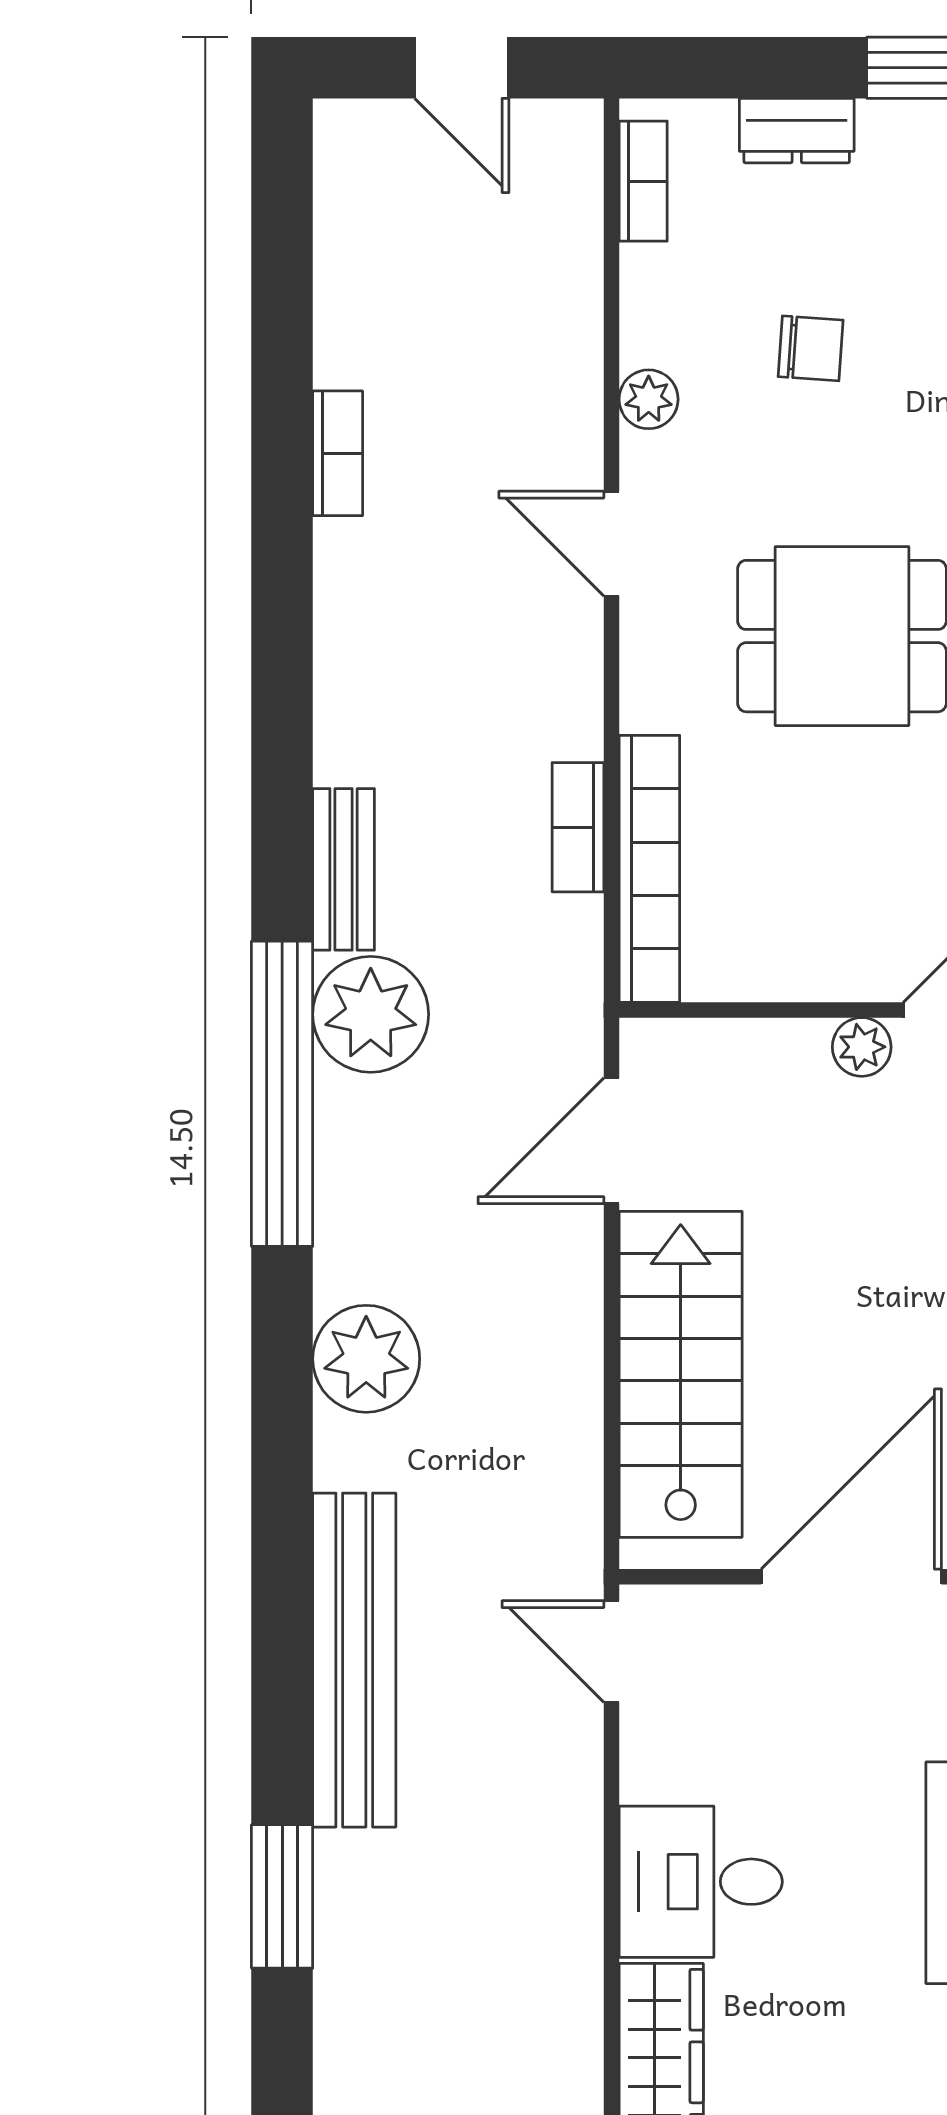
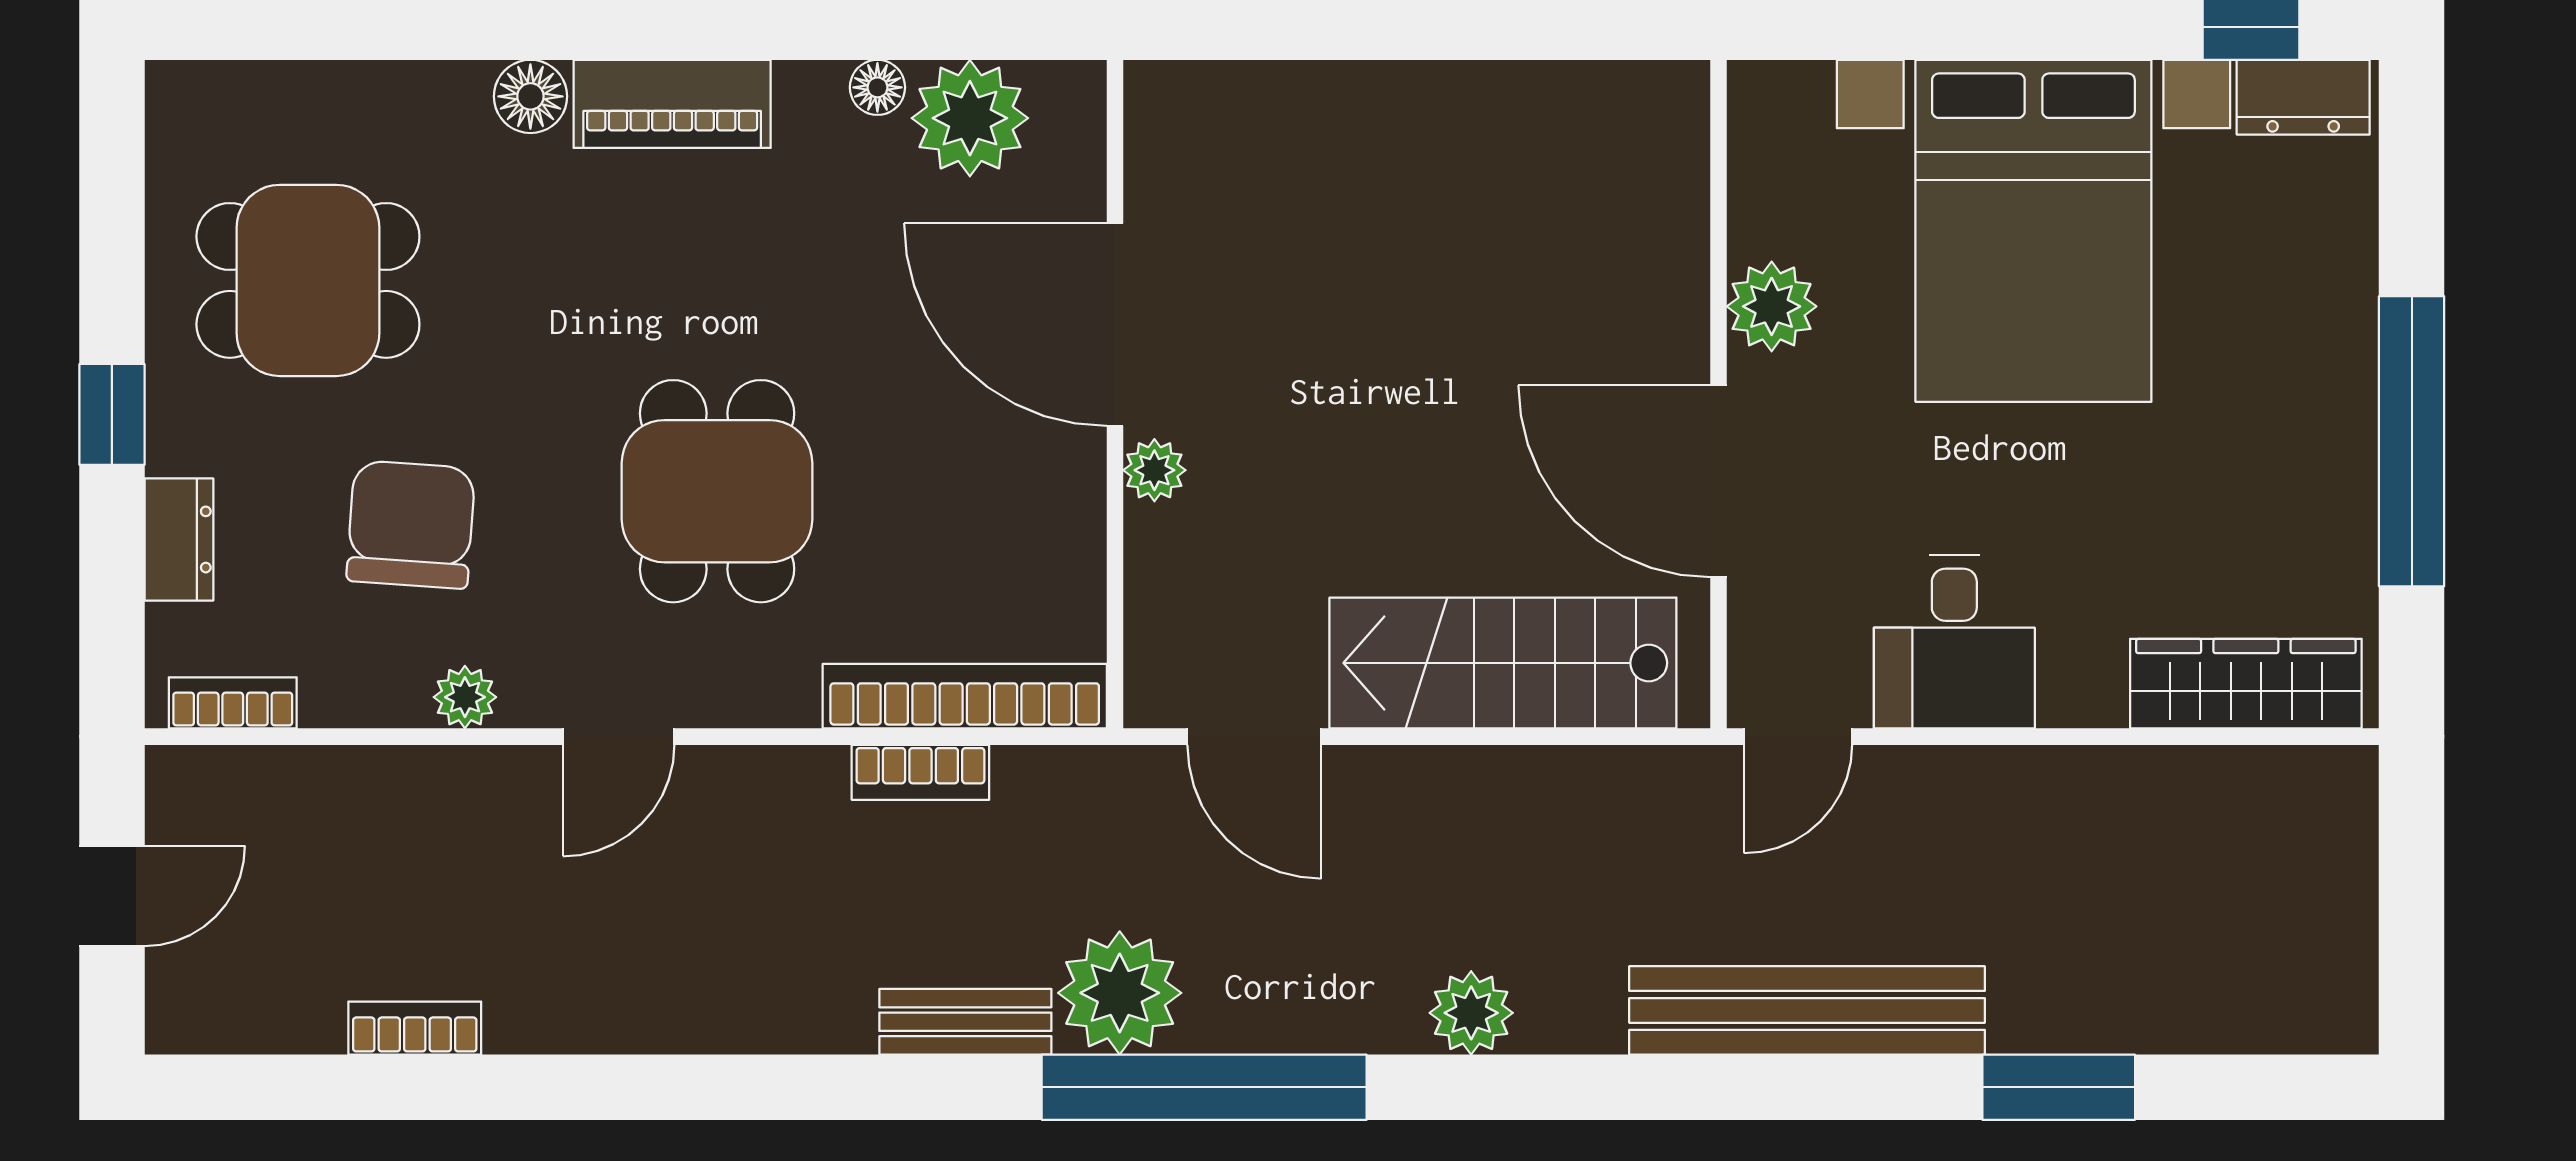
chair: (811, 348) -> (411, 525), width x1.87, depth x1.87
bookcase: (338, 453) -> (415, 1028), moved
plant: (366, 1359) -> (1471, 1013), width x0.73, depth x0.73
desk: (701, 1882) -> (1954, 642), moved

